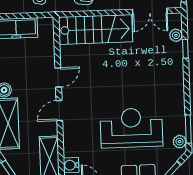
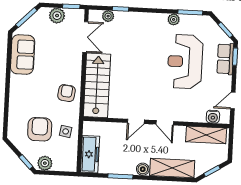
door: (58, 77) -> (136, 121), swing flipped
plant: (180, 142) -> (174, 19), moved

